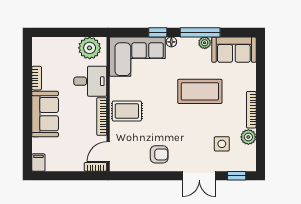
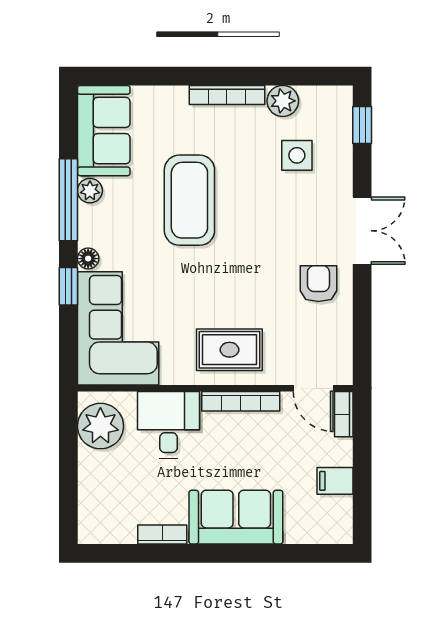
rug: (127, 111) -> (229, 350), turned 90
filing cabinet: (38, 162) -> (335, 481), moved
double door: (199, 176) -> (362, 231), moved

